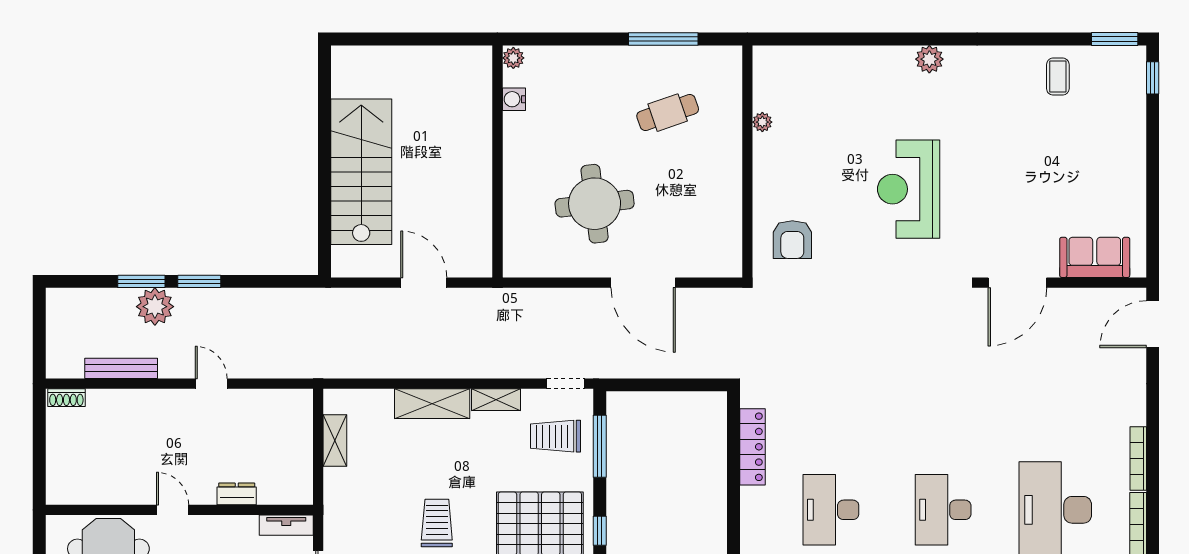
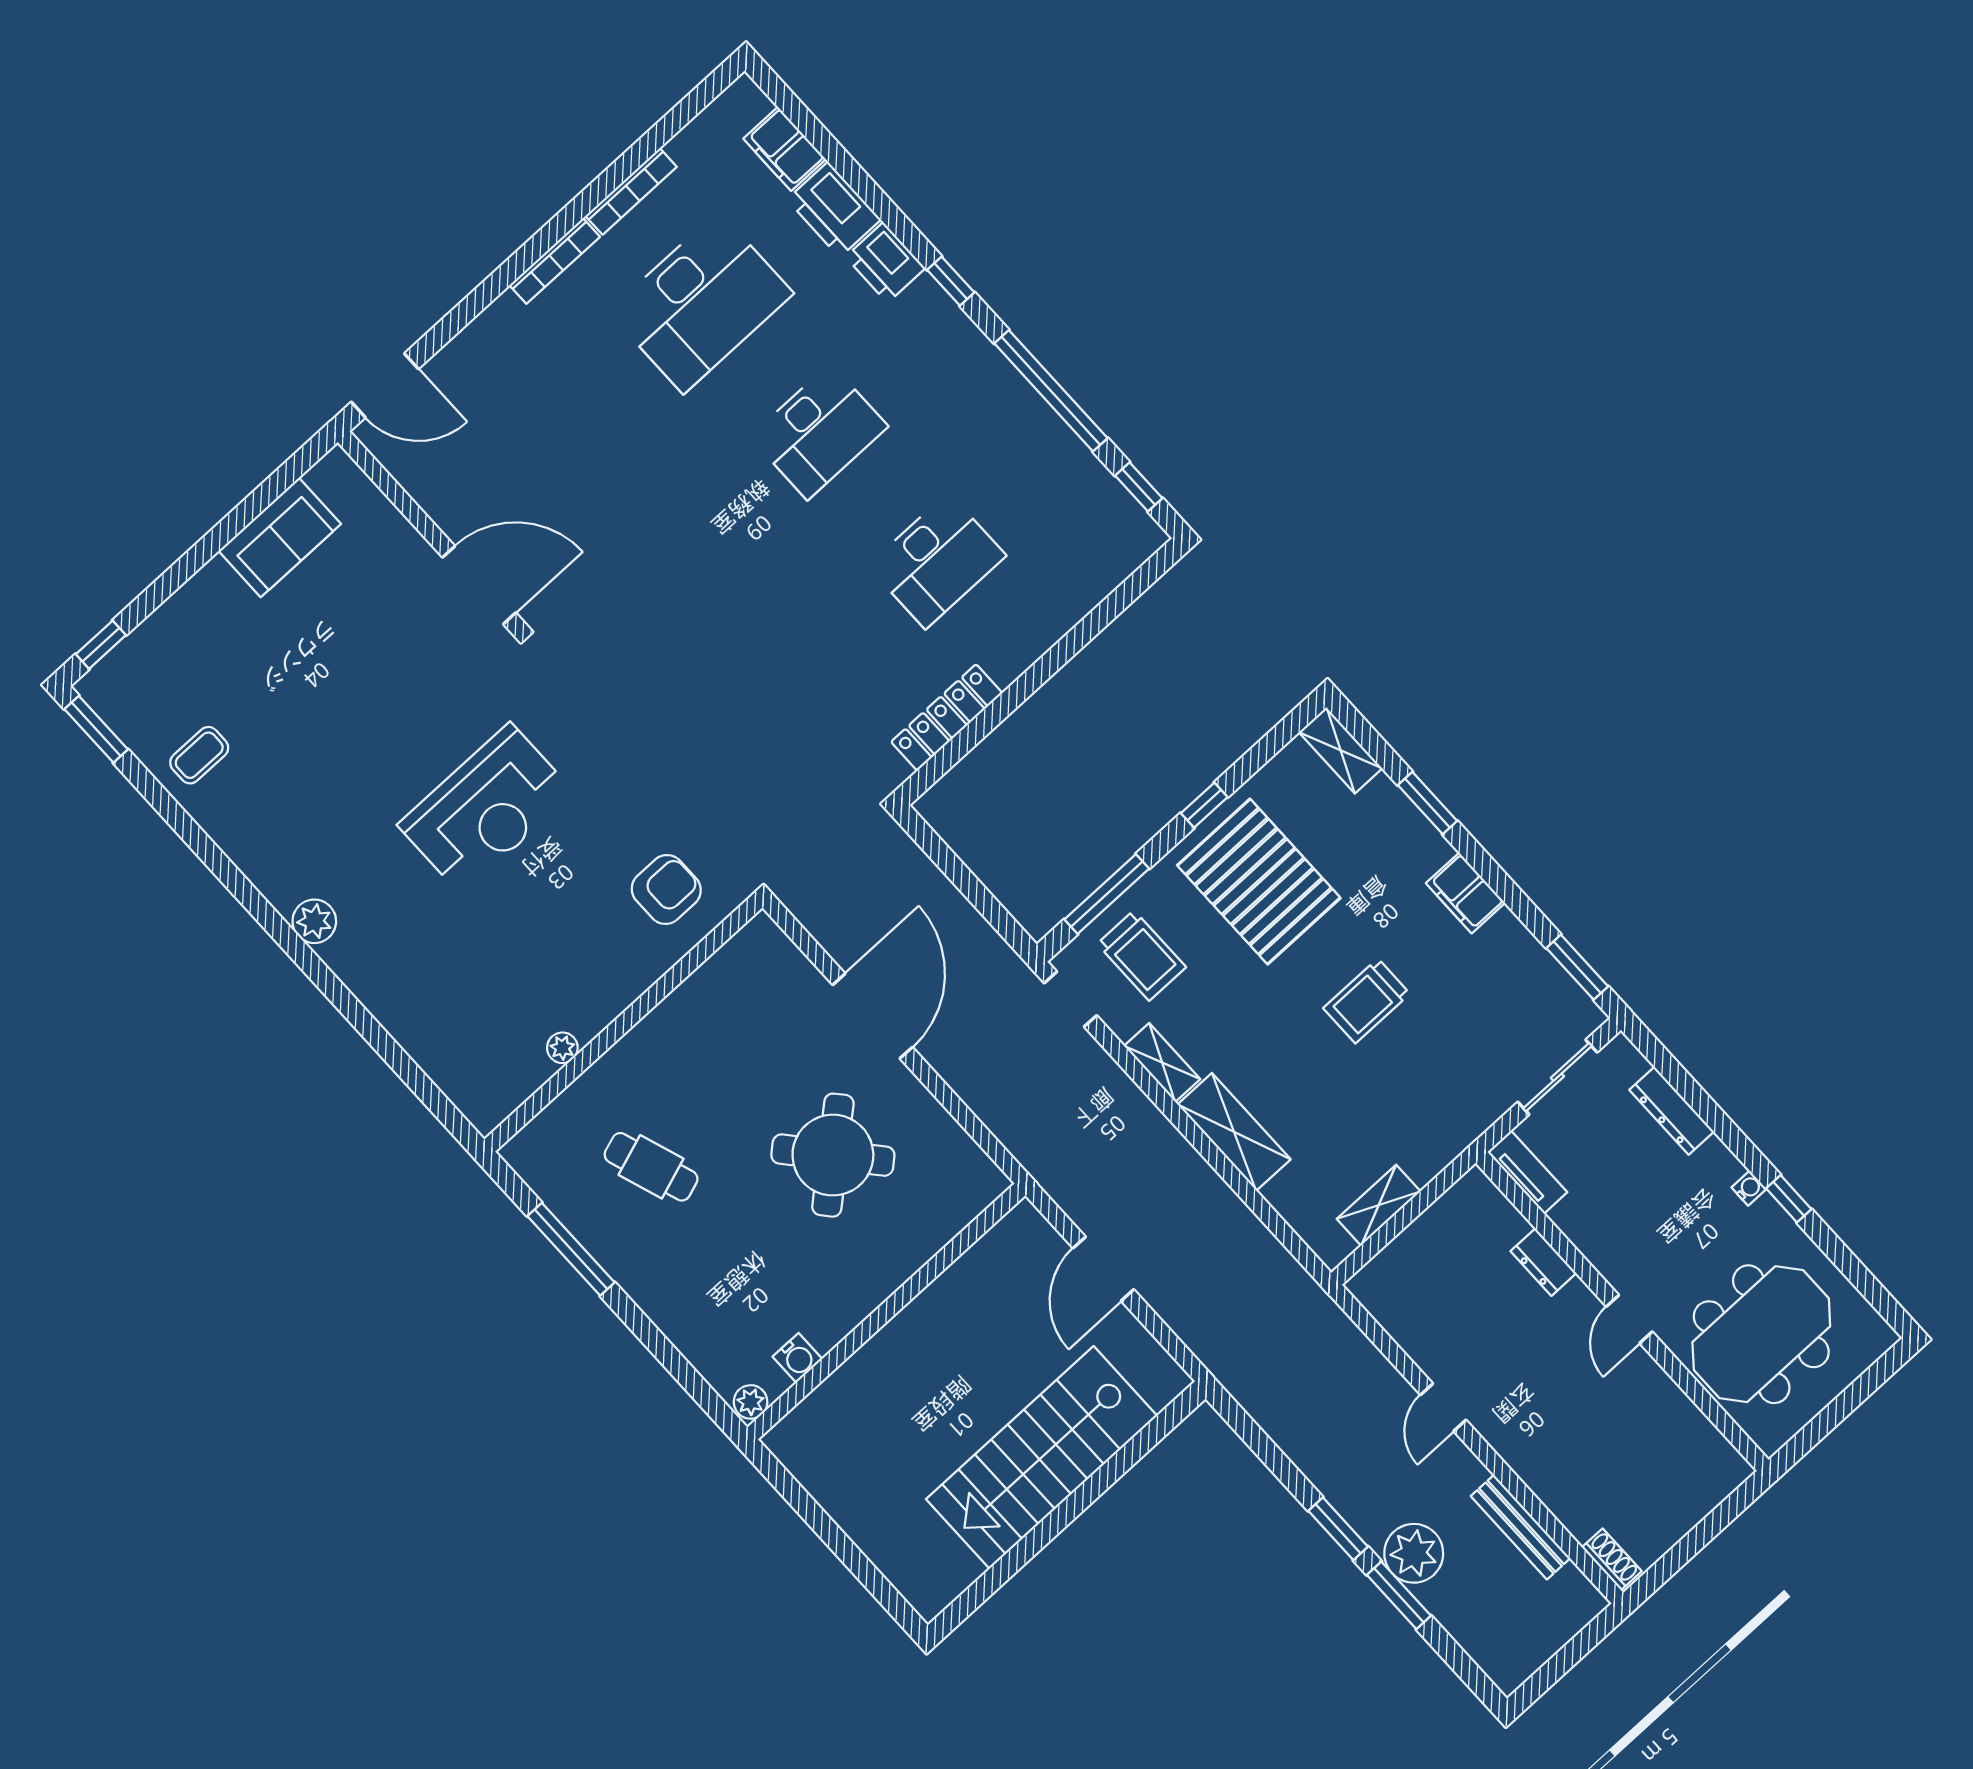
round table: (595, 204) -> (833, 1155), turned -34
sofa: (1095, 257) -> (280, 537), moved, turned -90

